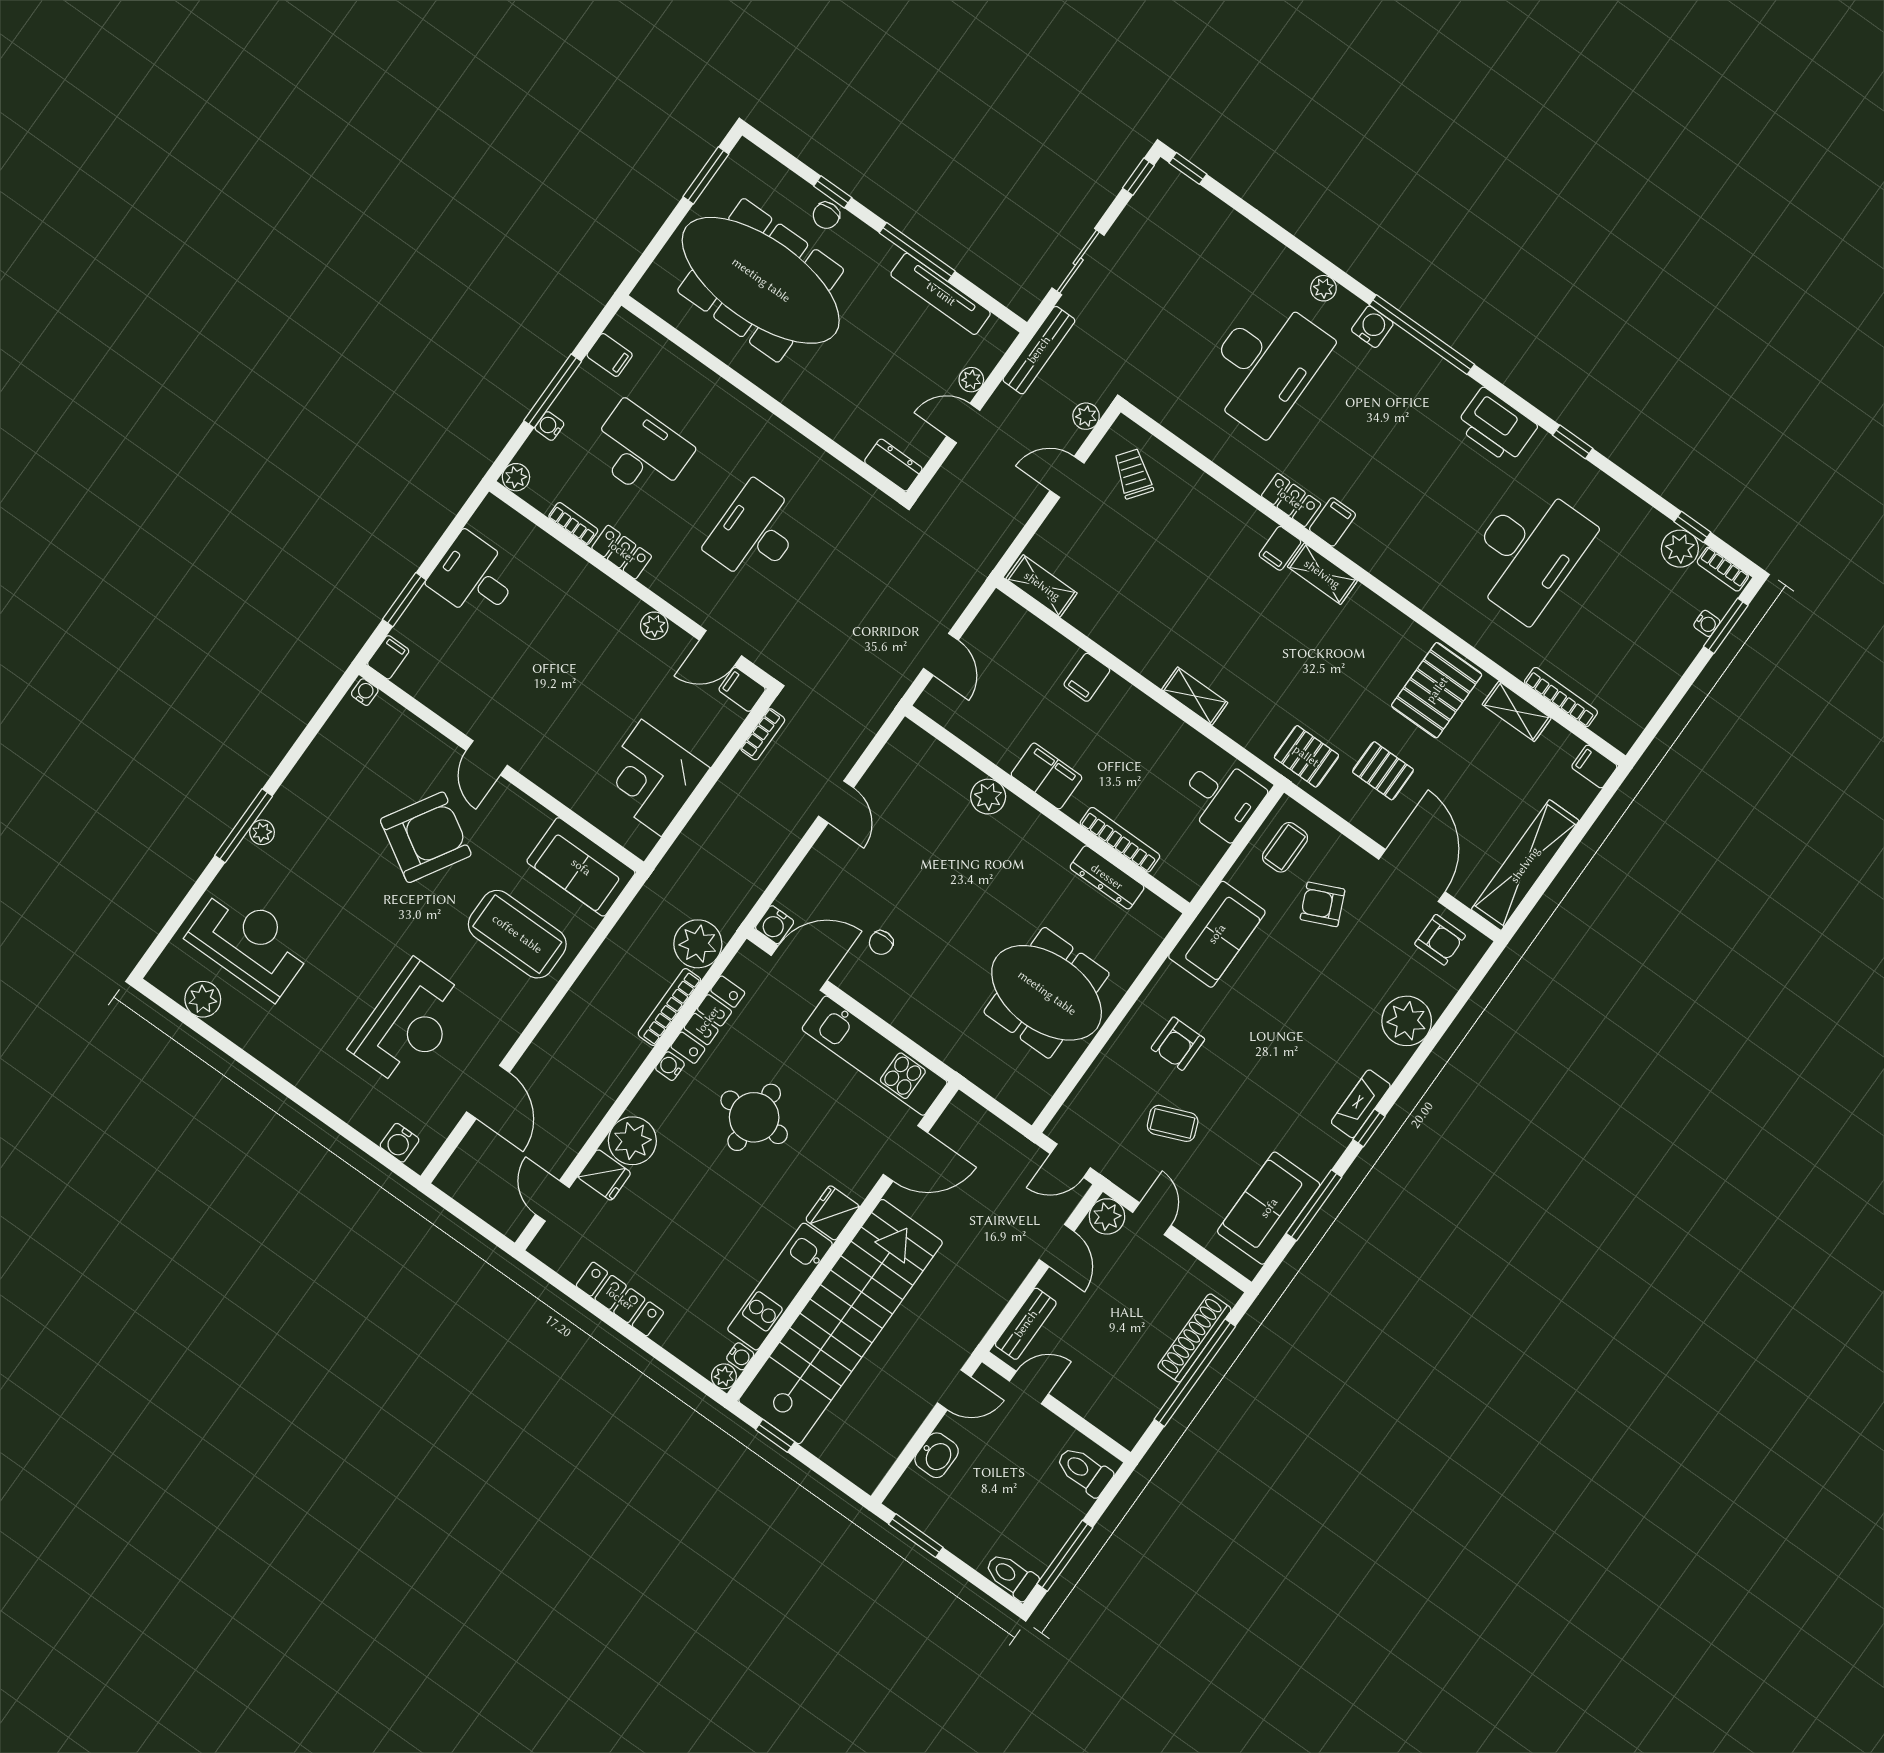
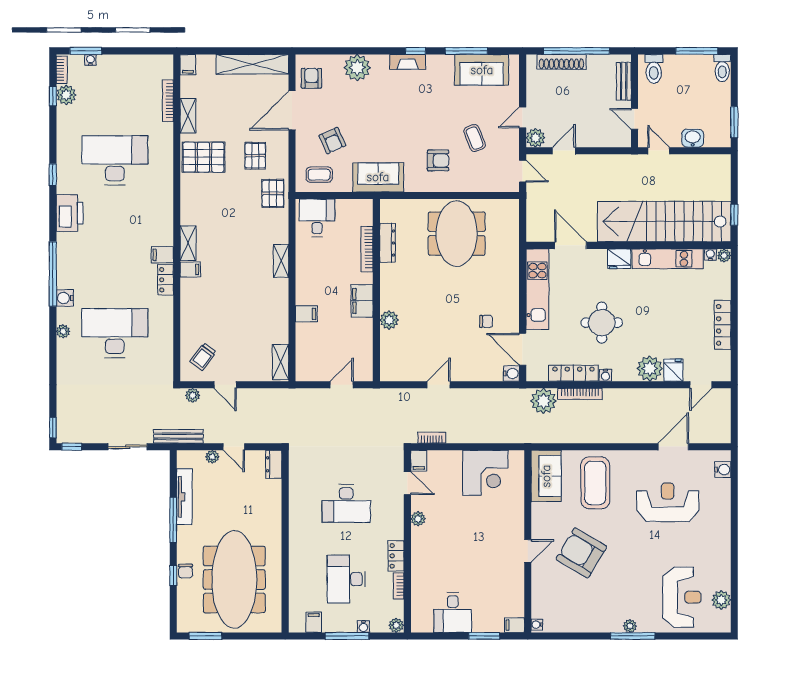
chair: (826, 215) -> (186, 571), turned 90
reception desk: (250, 942) -> (682, 597), turned 180
bench: (1026, 1324) -> (624, 81), moved, turned 90

